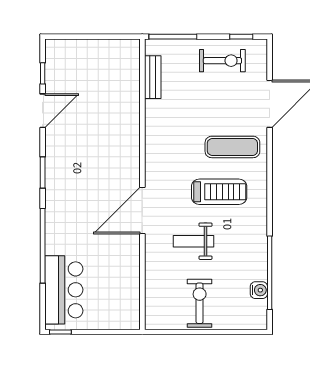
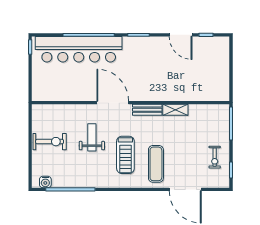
exercise bike: (222, 61) -> (215, 157), width x0.73, depth x0.72
bench: (153, 77) -> (147, 110), moved
shelving: (153, 118) -> (175, 110), added
bar counter: (64, 290) -> (79, 49), width x1.86
water cooler: (259, 290) -> (45, 182), moved

